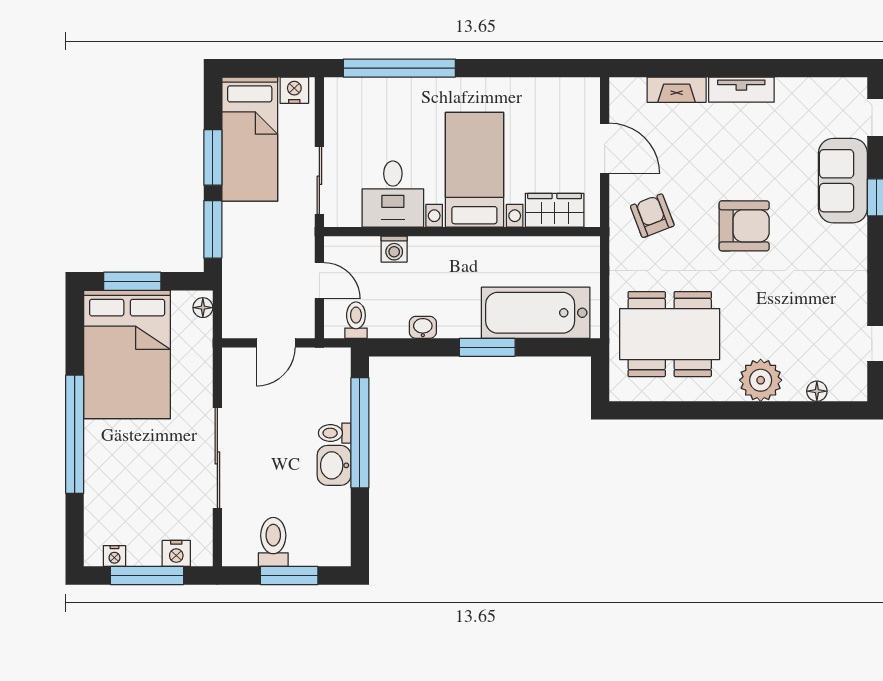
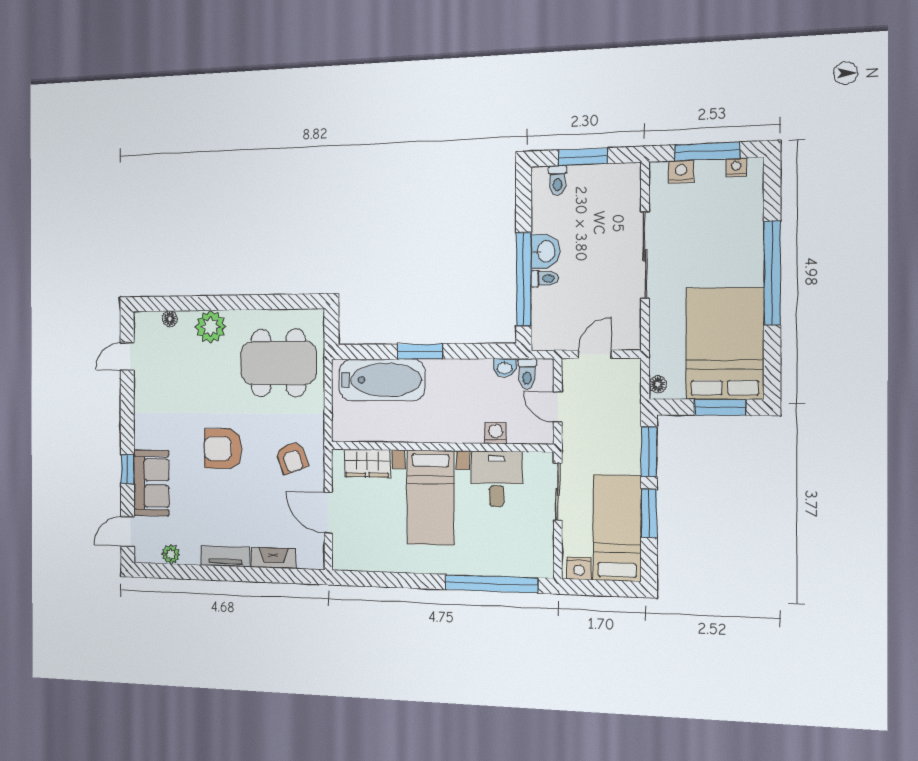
plant: (816, 90) -> (171, 554), added
washbasin: (423, 327) -> (505, 368), moved
toilet: (273, 542) -> (557, 180), moved, width x0.73, depth x0.72

